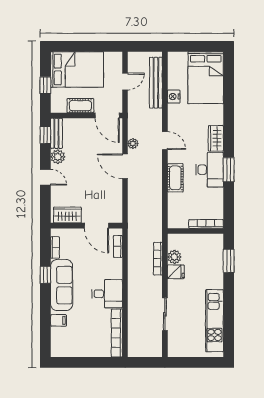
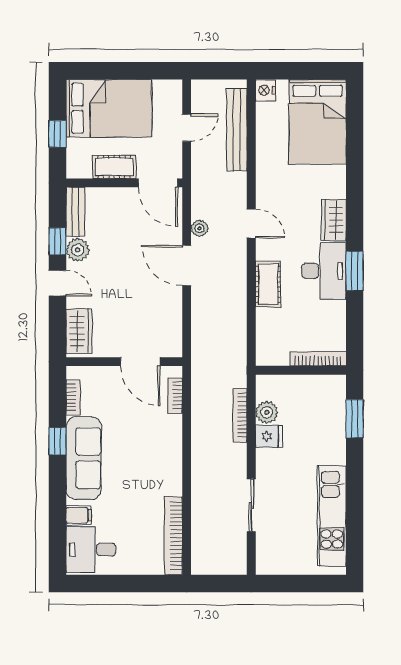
nightstand: (174, 97) -> (266, 90), moved
window: (45, 135) -> (57, 241), moved
wardrobe: (67, 215) -> (79, 331), moved, turned 90
desk: (107, 294) -> (91, 550), moved, turned 180

